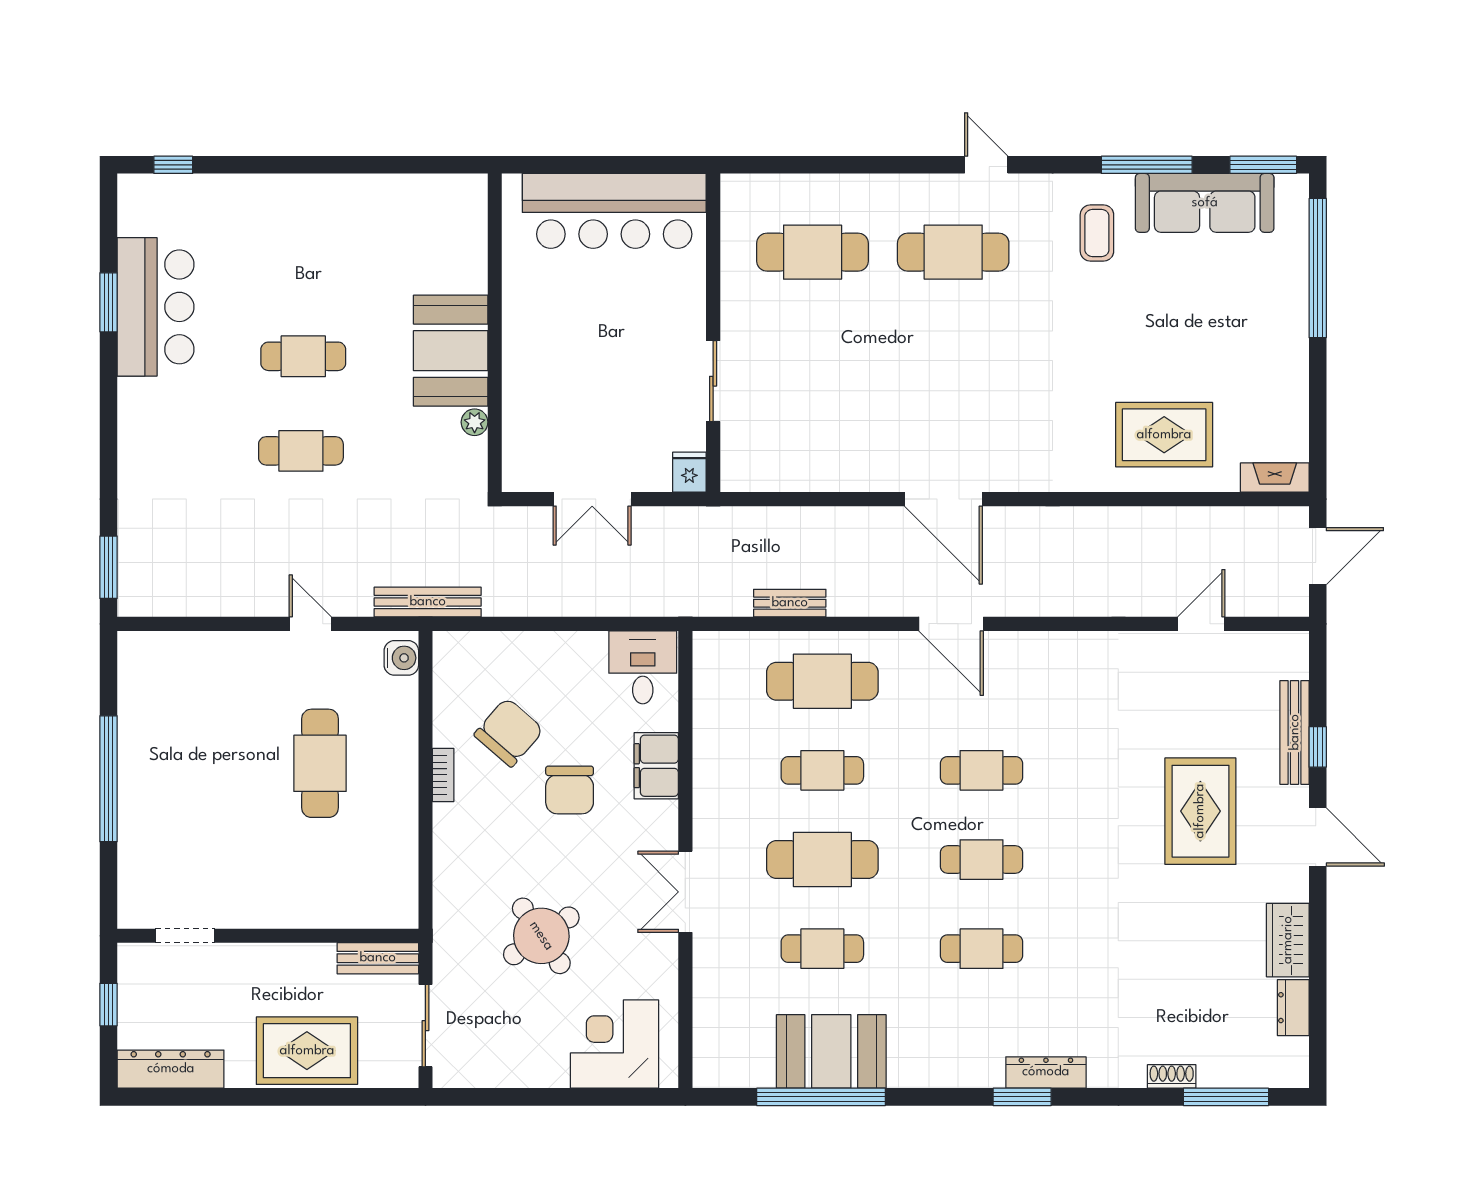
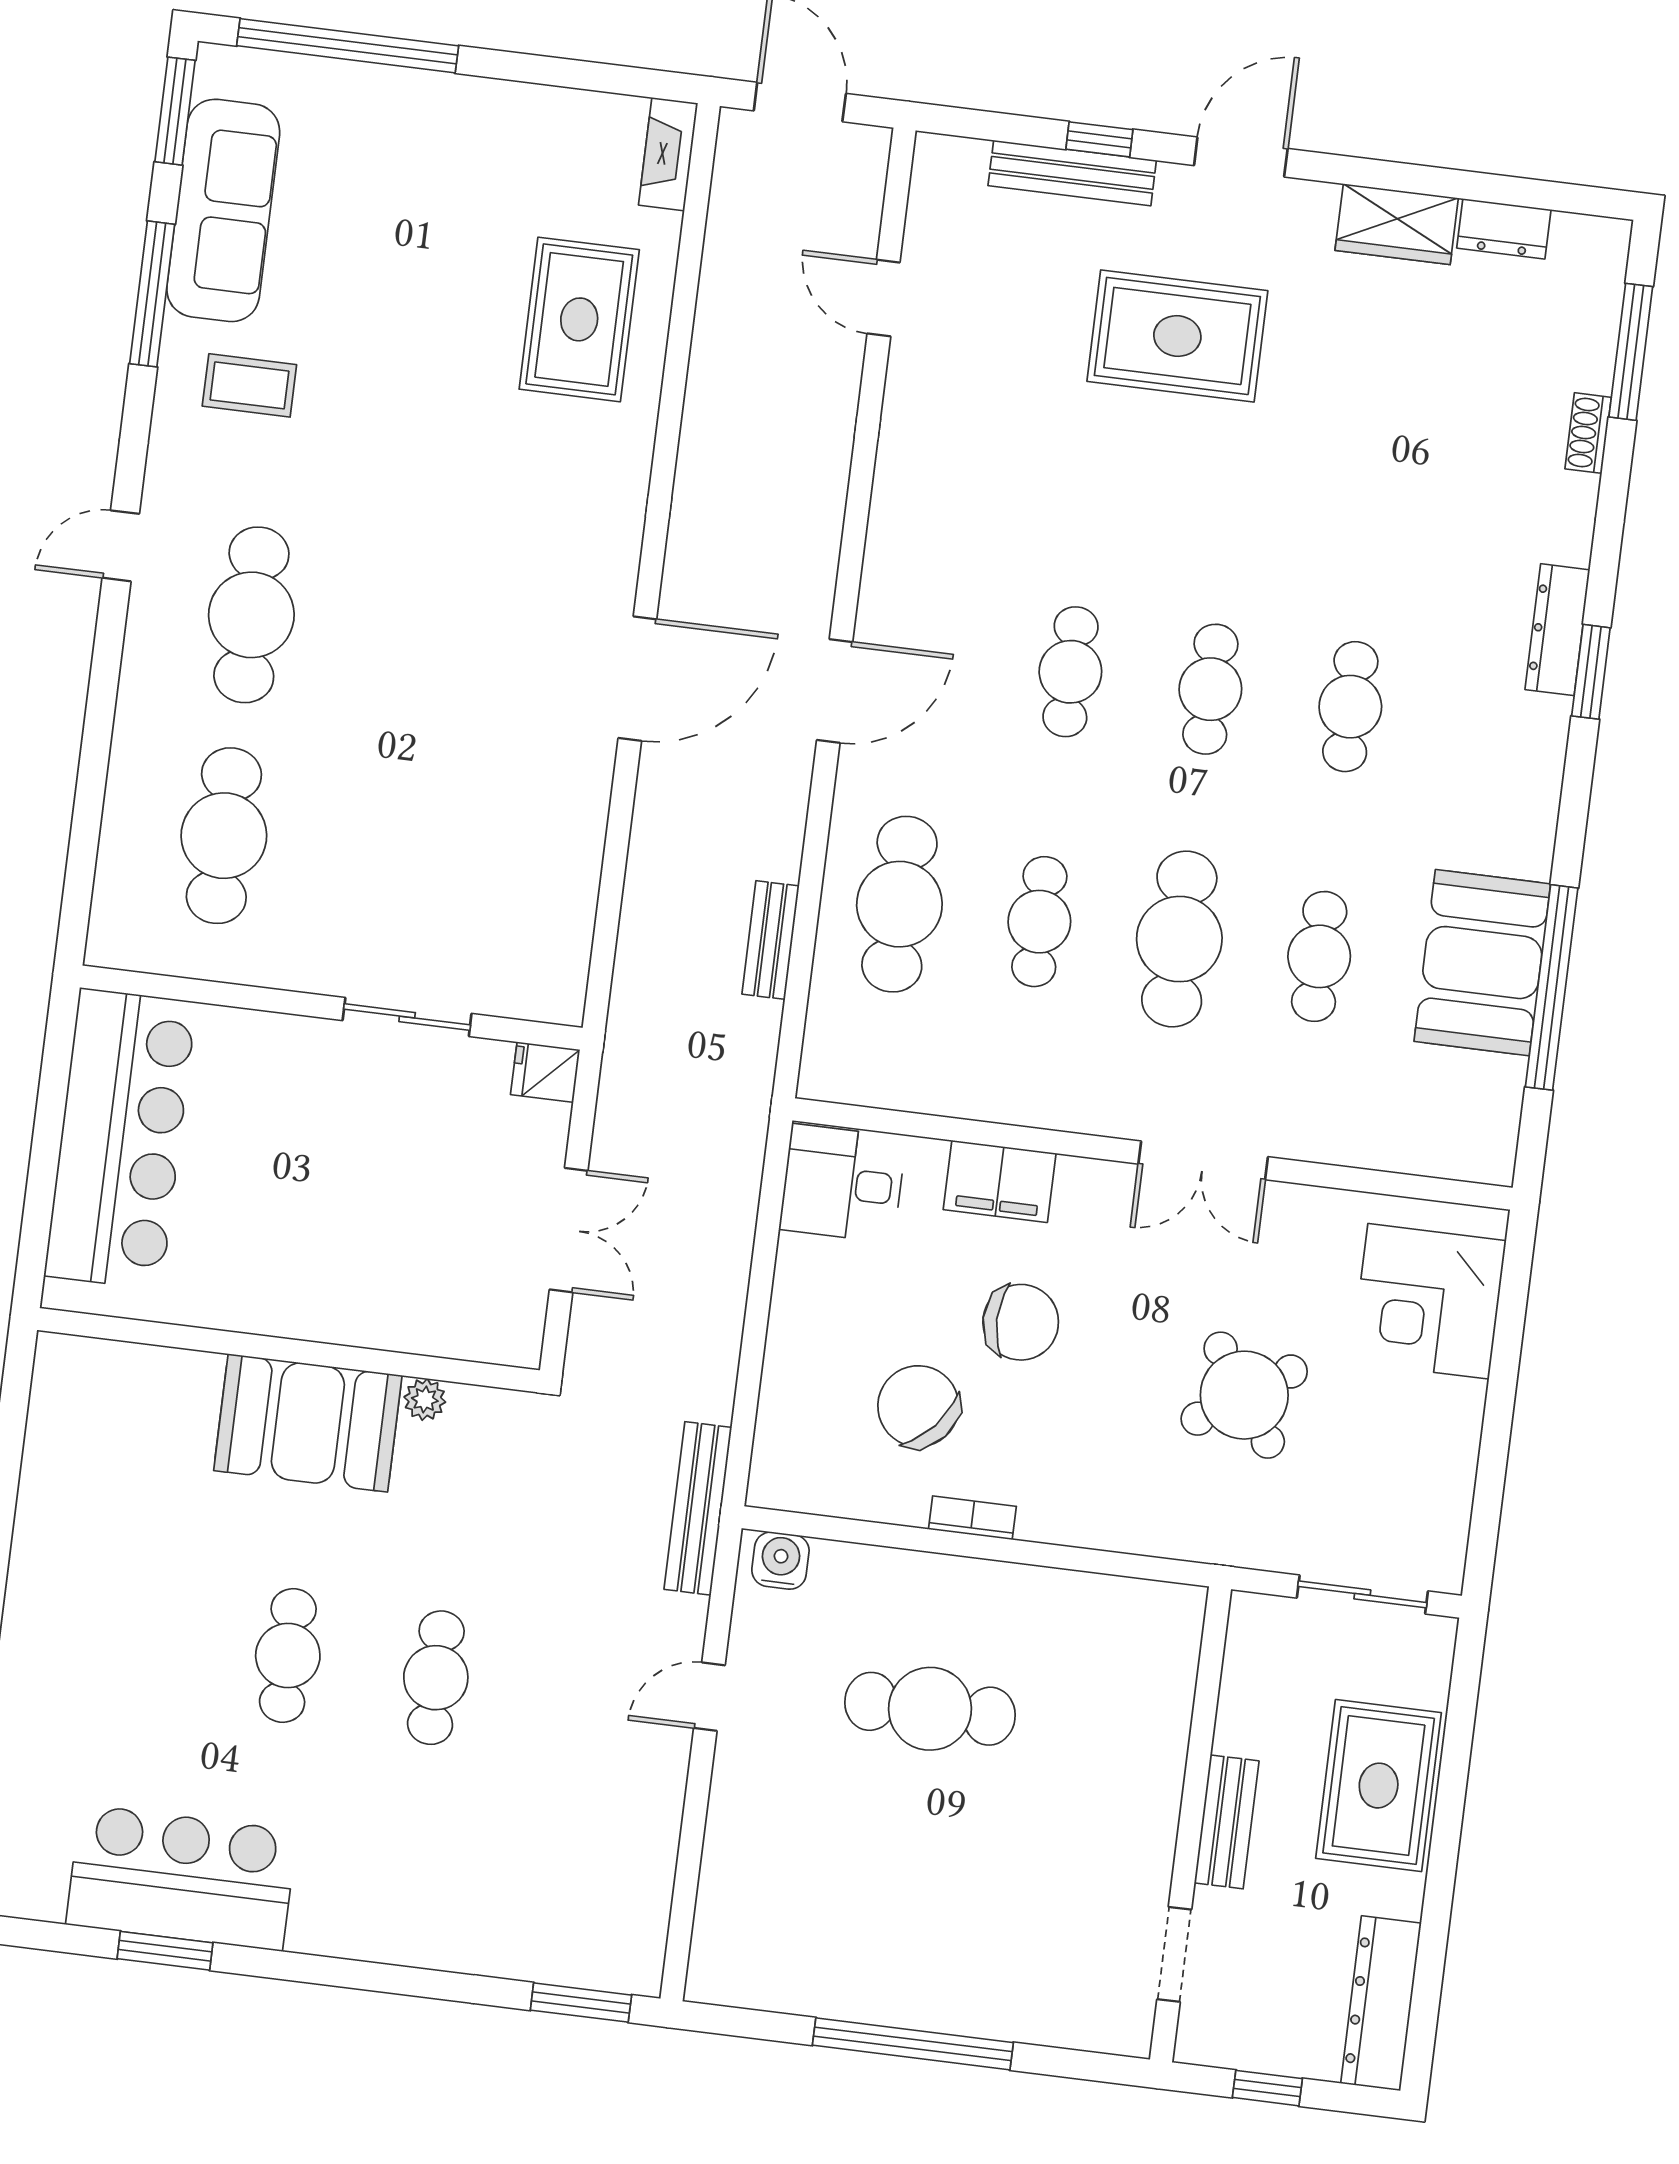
bench: (378, 958) -> (1227, 1822), moved

